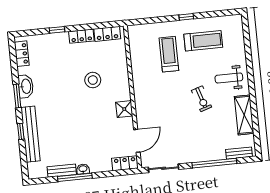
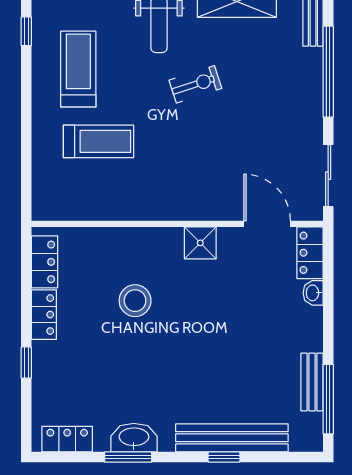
window: (186, 17) -> (26, 31), moved
treadmill: (169, 54) -> (98, 141), turned 180
window: (17, 96) -> (128, 457), moved
washbasin: (83, 169) -> (313, 293), moved
window: (75, 177) -> (328, 399), moved

